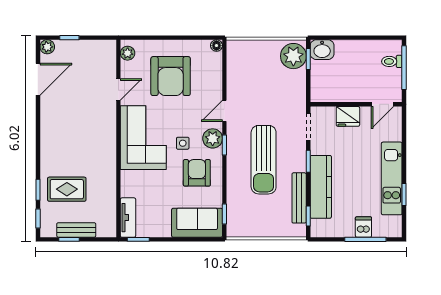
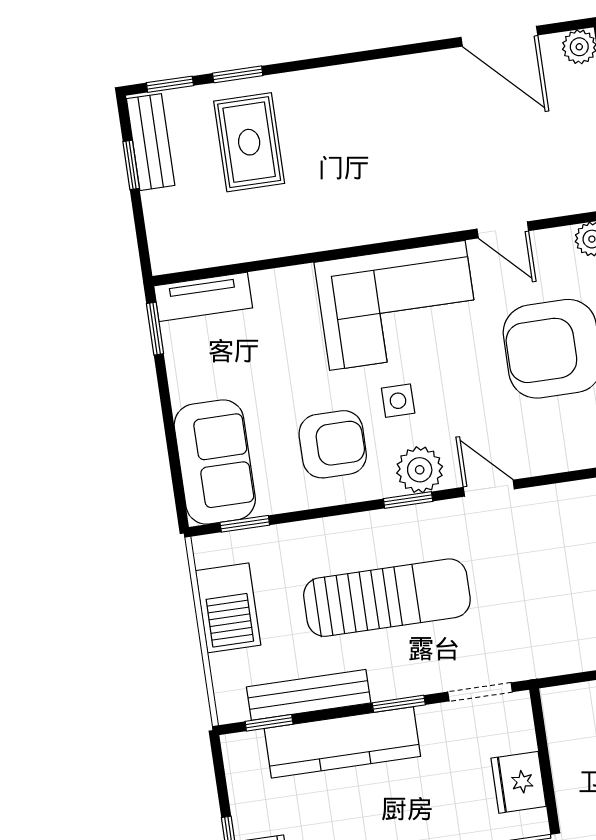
sun lounger: (264, 160) -> (387, 598), turned 180
barbecue: (258, 226) -> (228, 608), added
bench: (76, 230) -> (151, 142), moved

